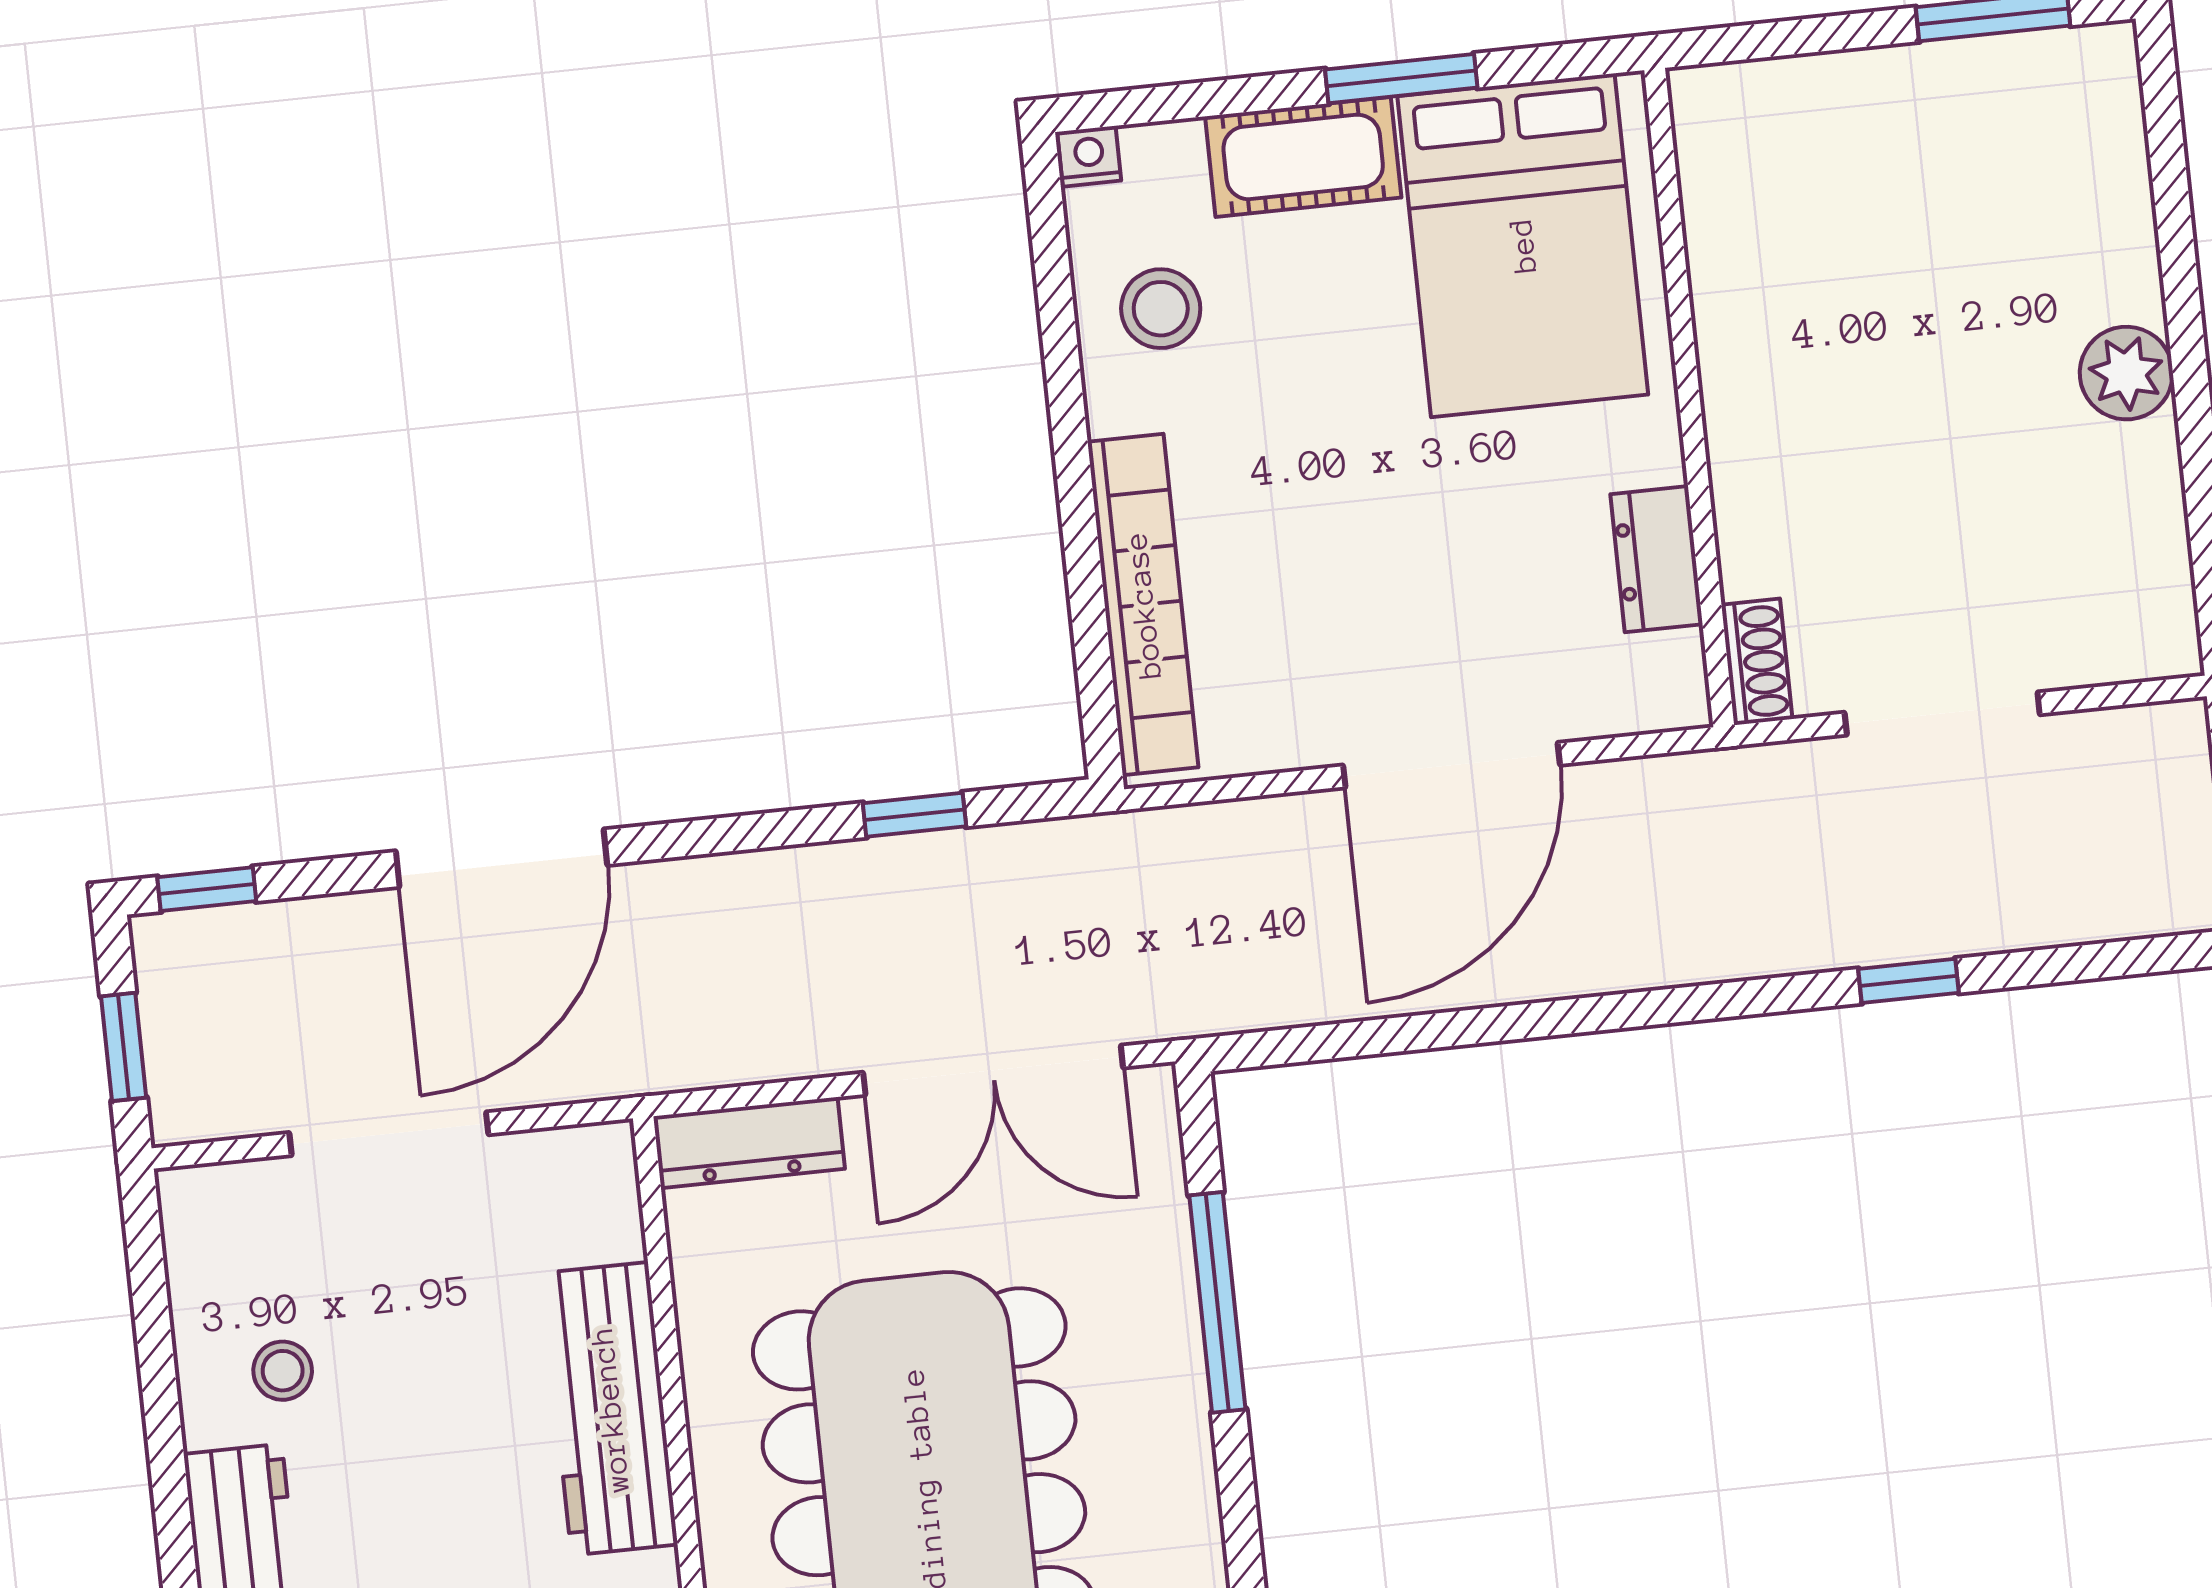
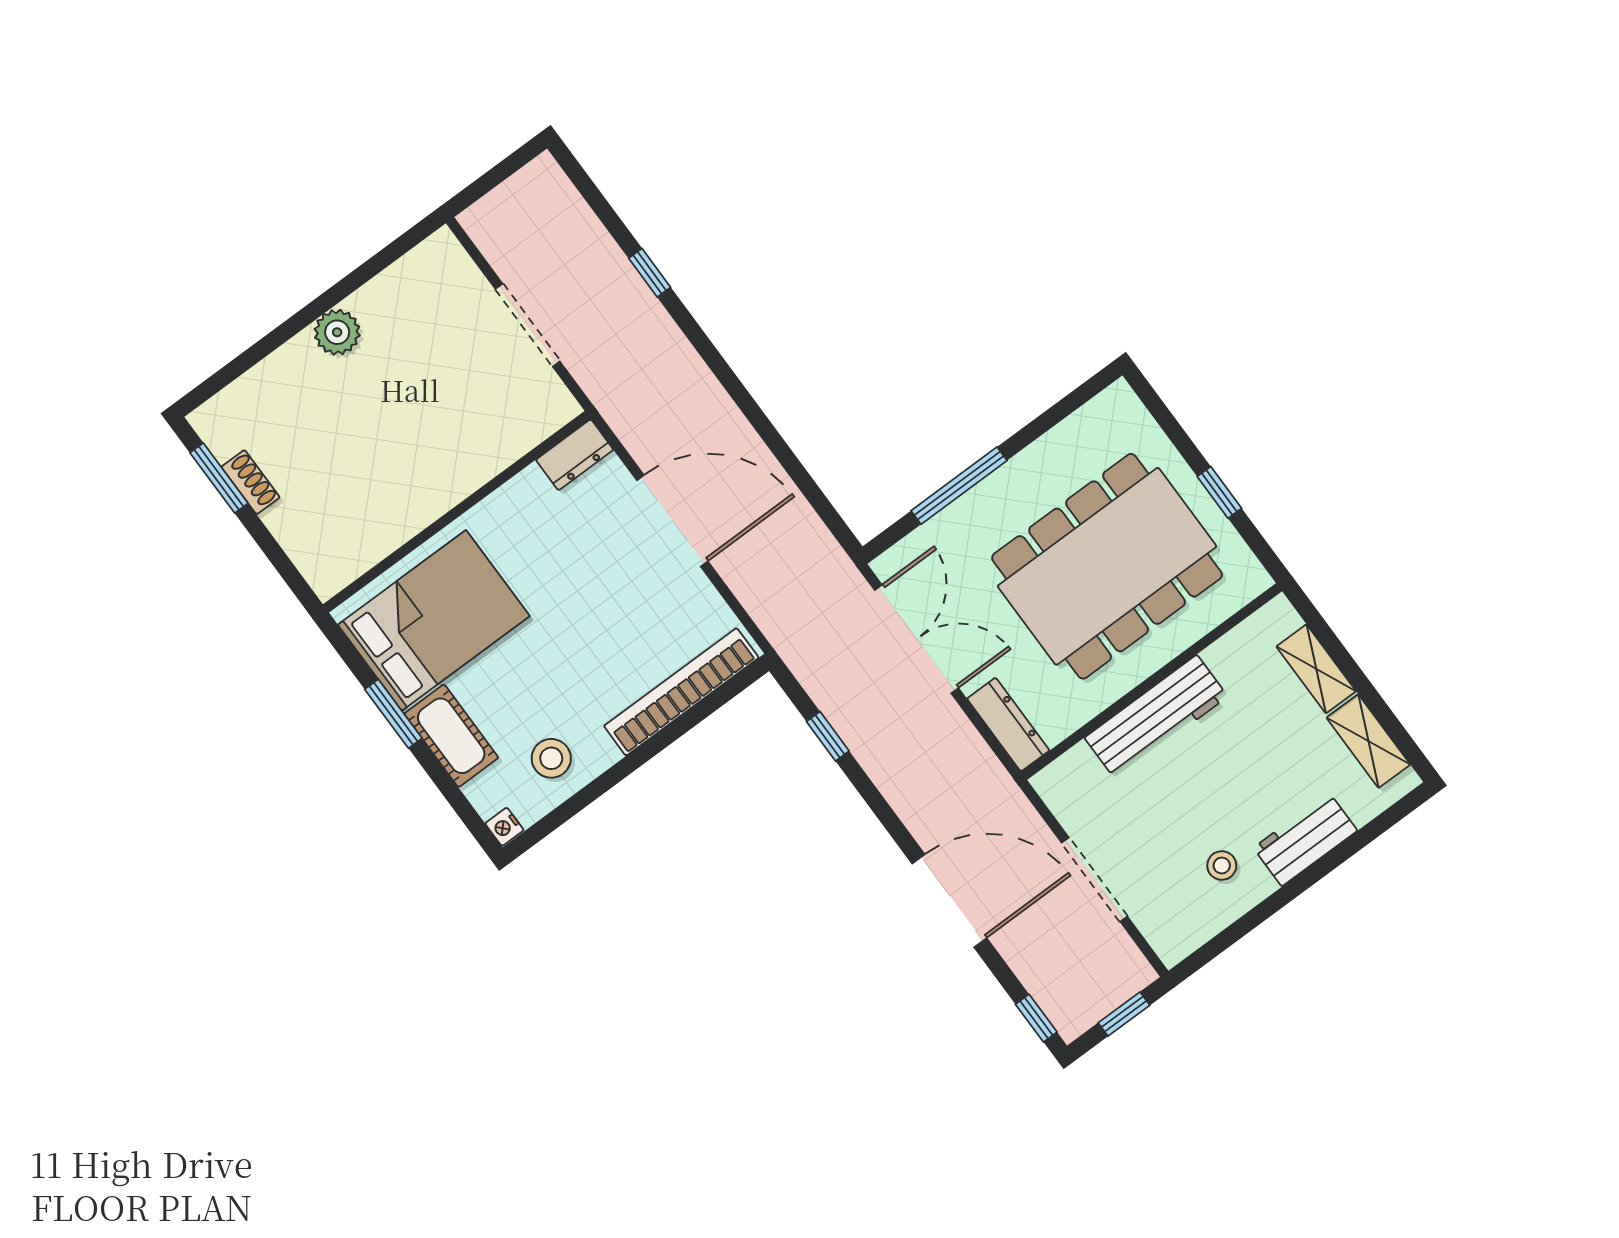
dresser: (1657, 559) -> (575, 455), moved
shoe rack: (1757, 662) -> (250, 482), moved, turned 90

